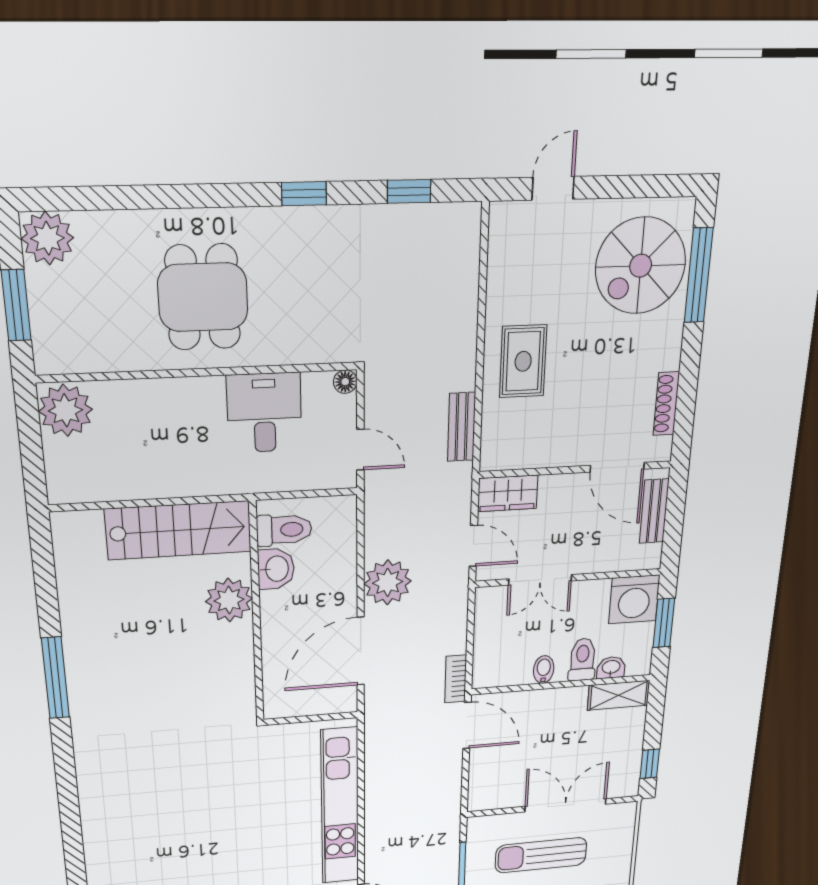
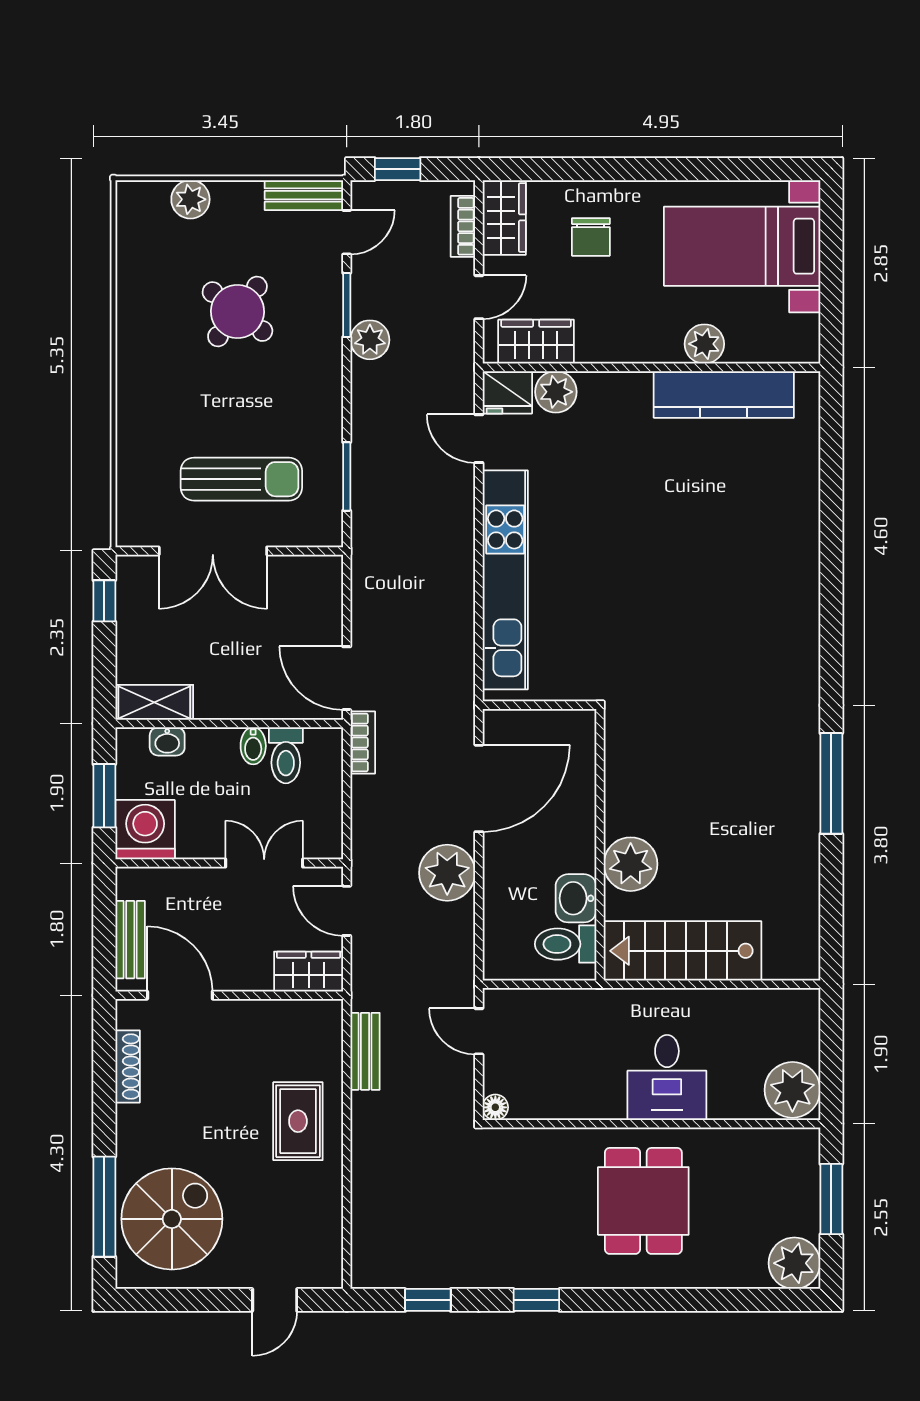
desk: (264, 413) -> (667, 1077), moved
toilet: (582, 660) -> (286, 755), moved

